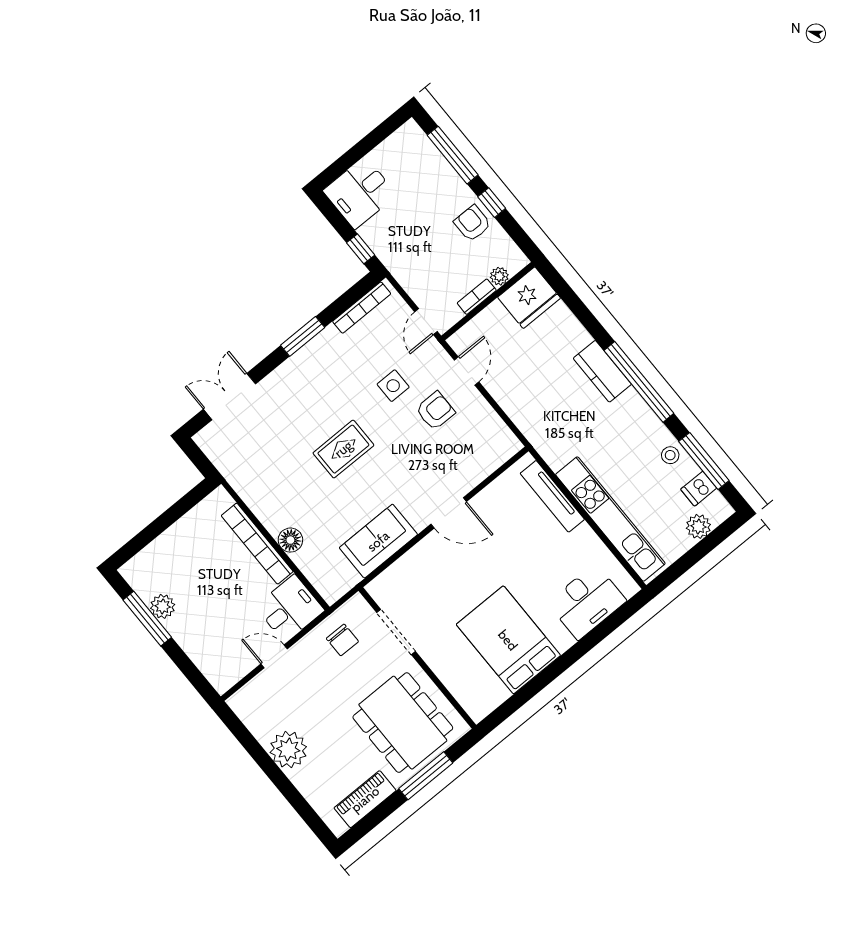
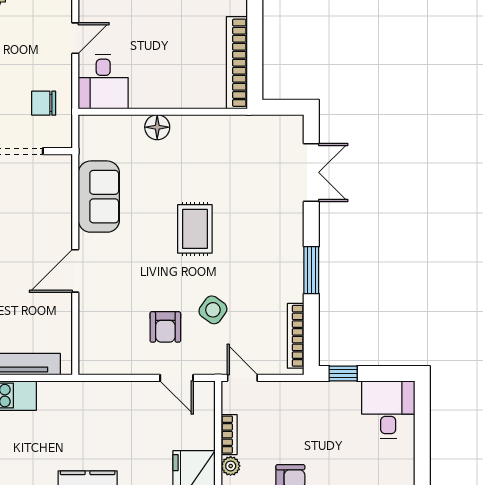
side table: (393, 386) -> (213, 310), turned 35
bookcase: (257, 544) -> (237, 63), moved, turned -90

